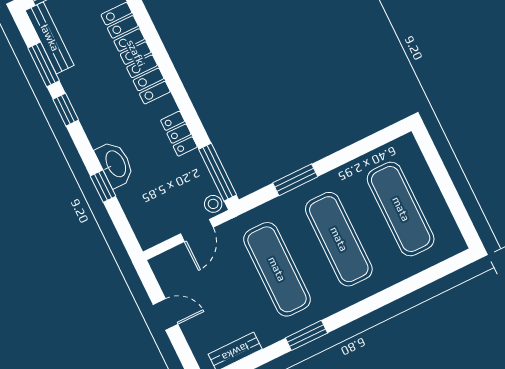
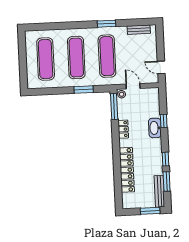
door: (197, 230) -> (133, 86), hinge flipped
door: (166, 314) -> (161, 67), moved

